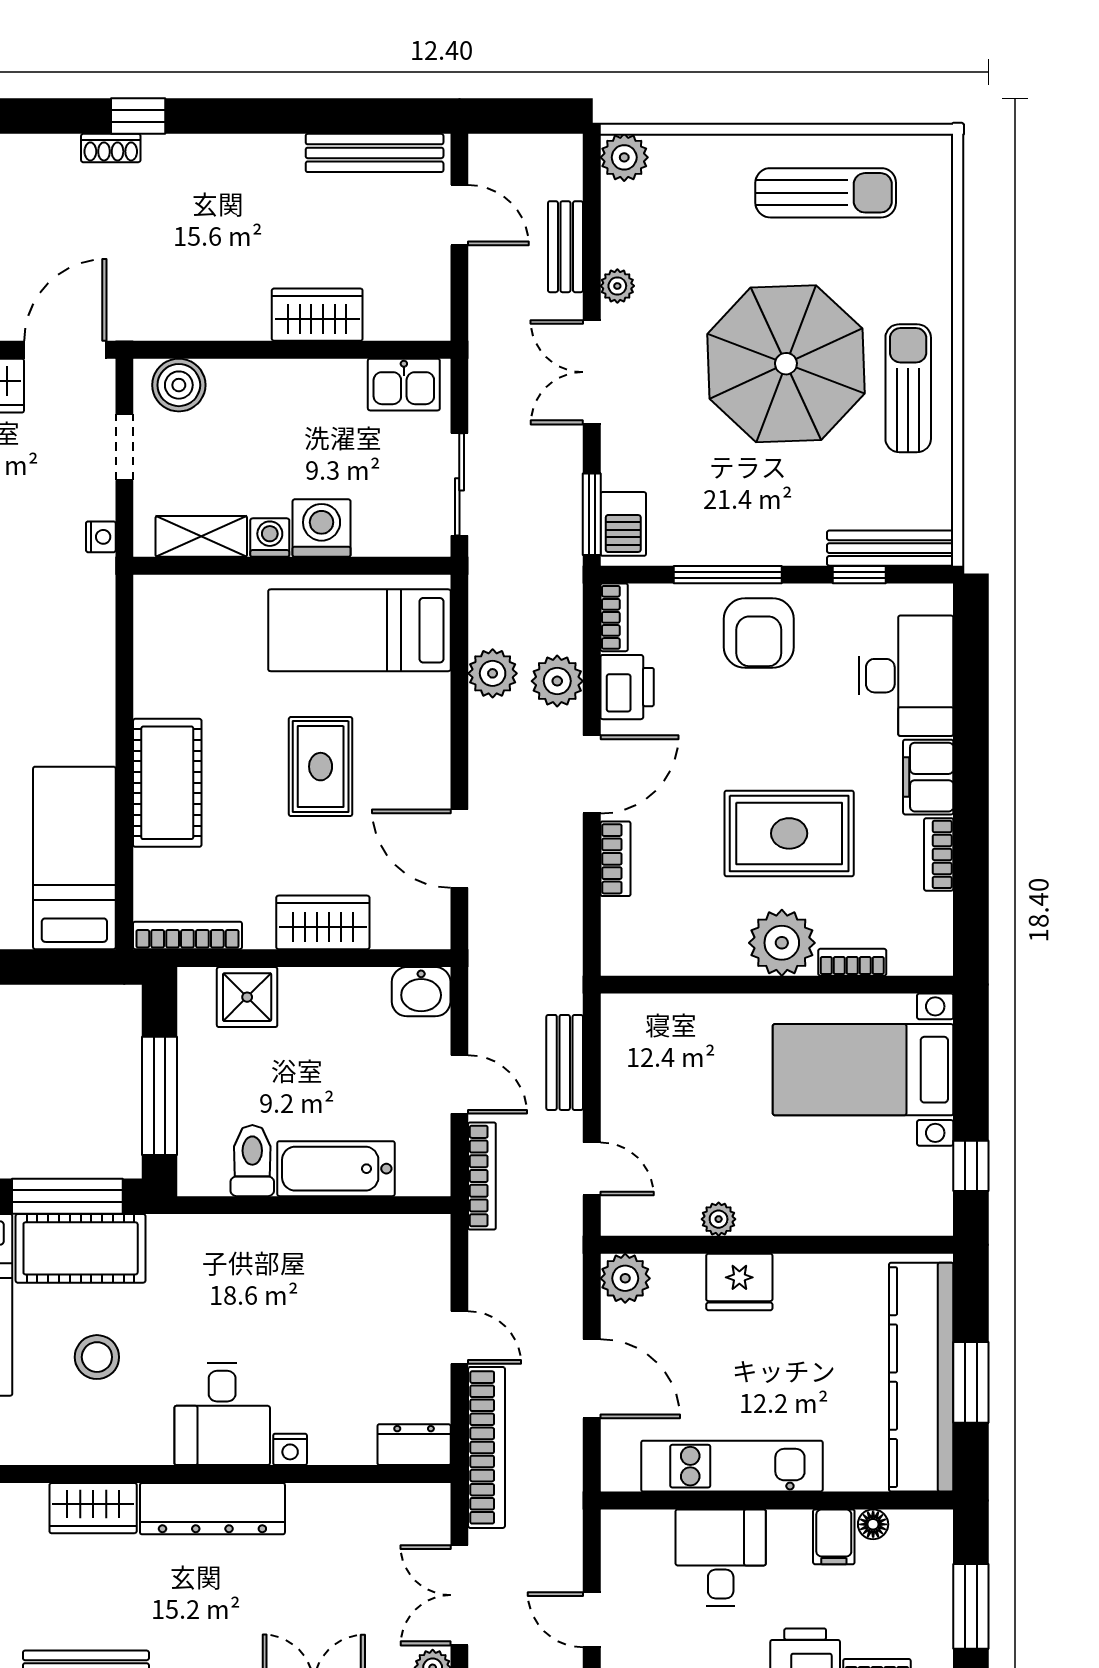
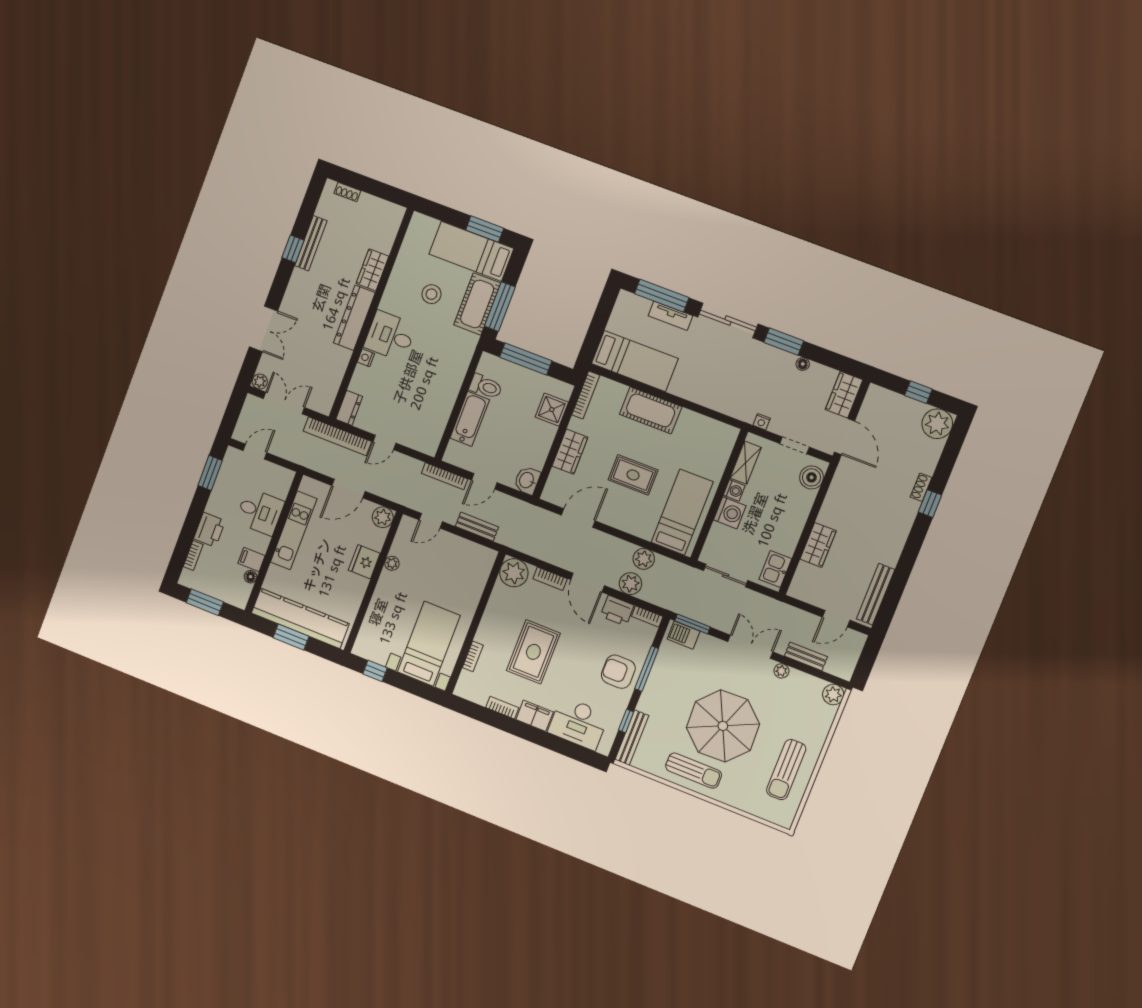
plant: (782, 943) -> (514, 573), moved

